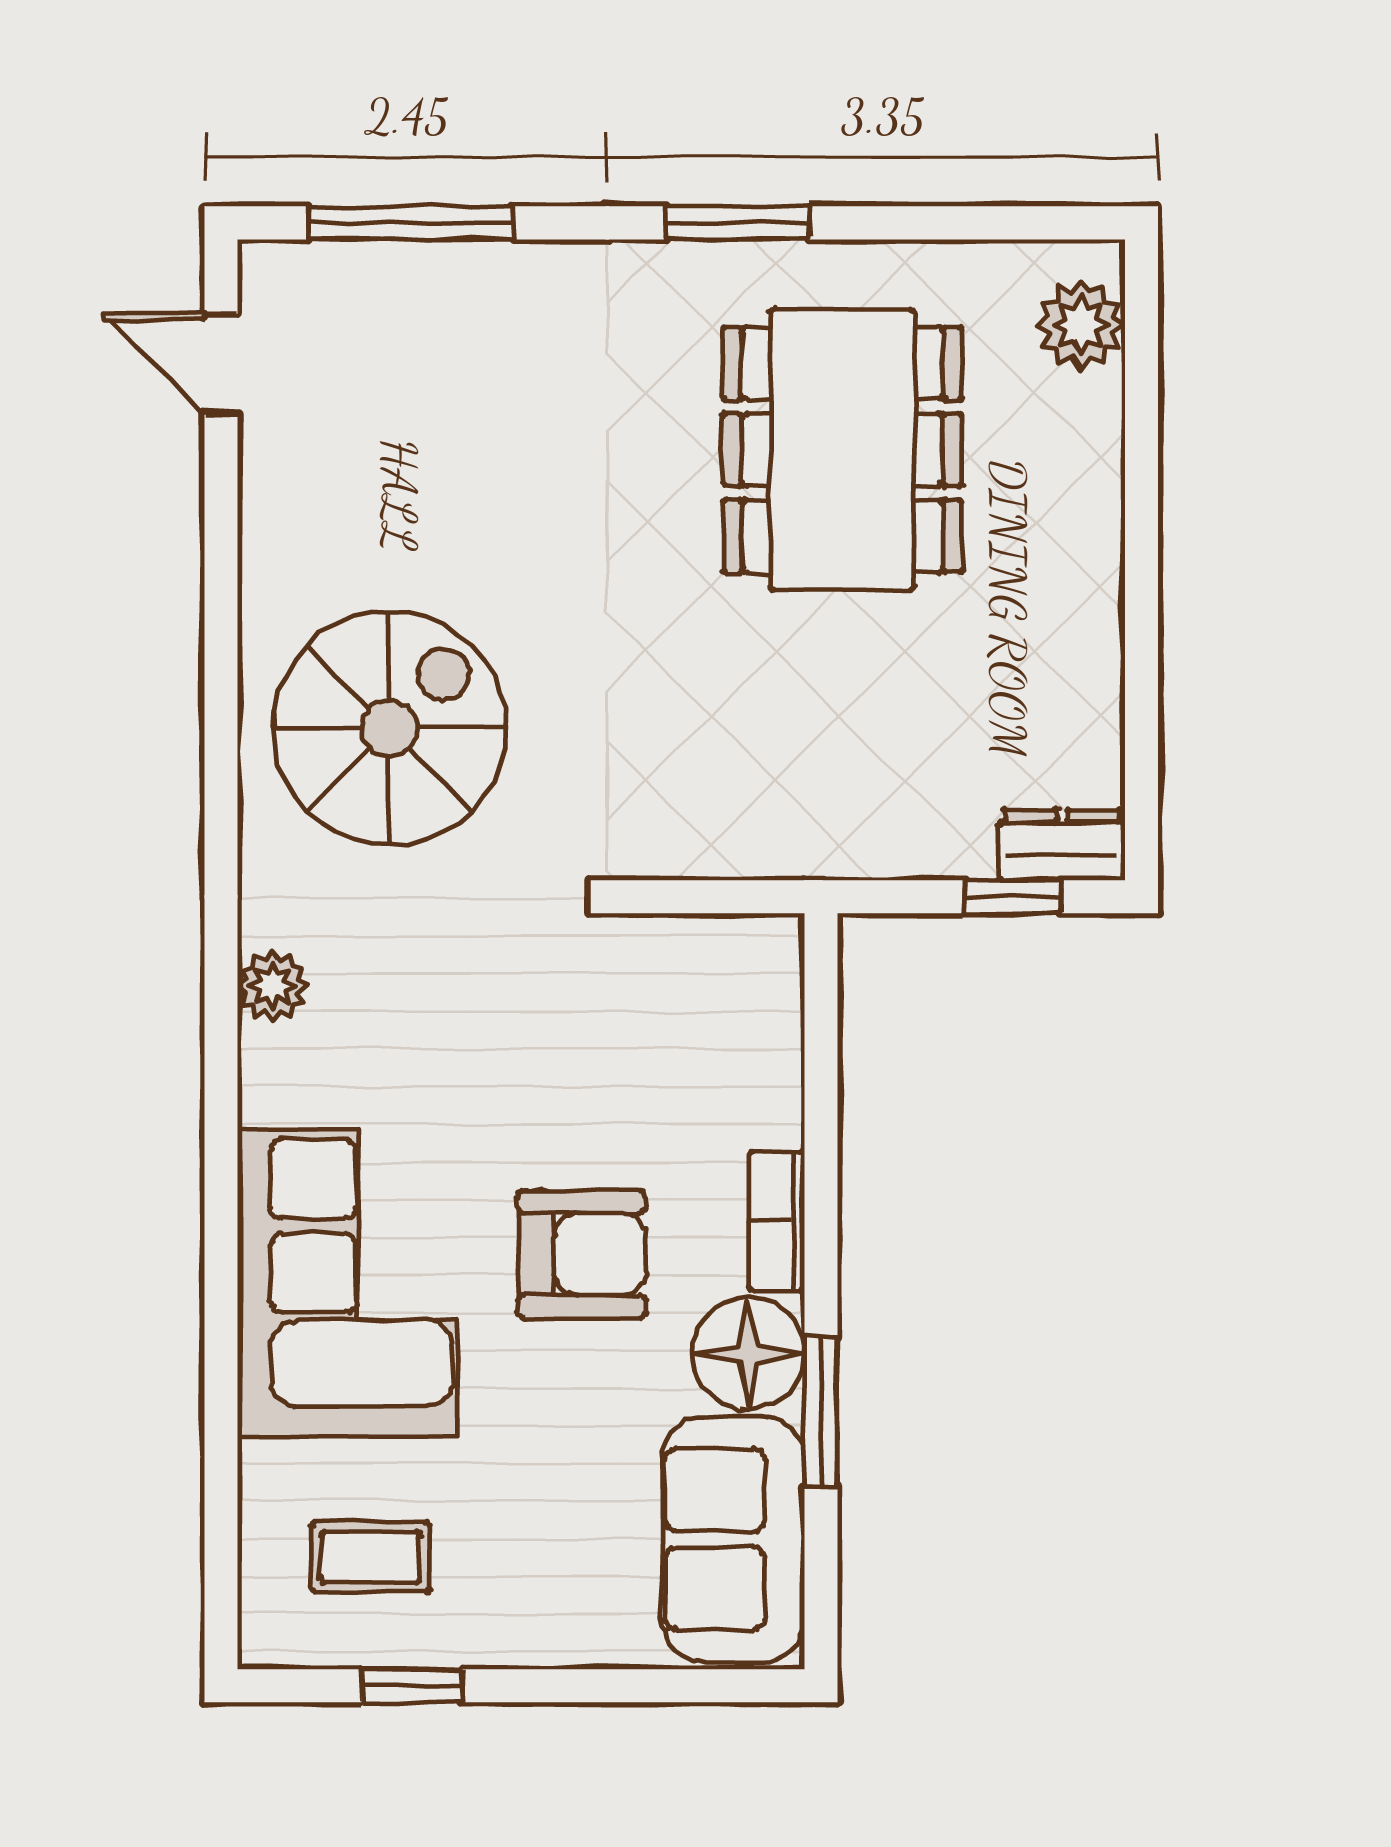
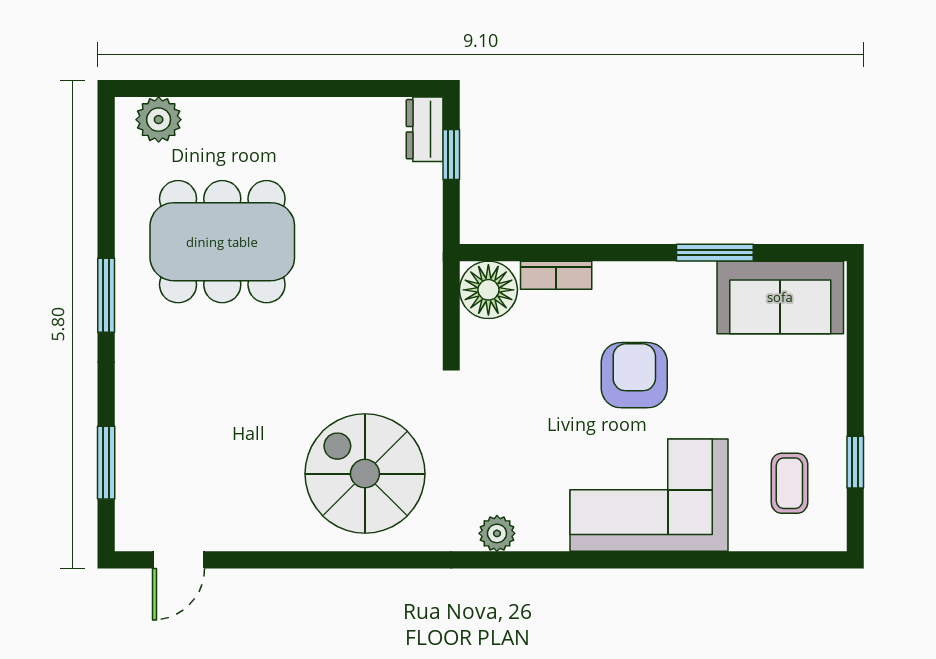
window: (411, 223) -> (106, 463), width x0.69
bookcase: (777, 1221) -> (556, 275), moved
floor lamp: (748, 1353) -> (488, 290), moved

